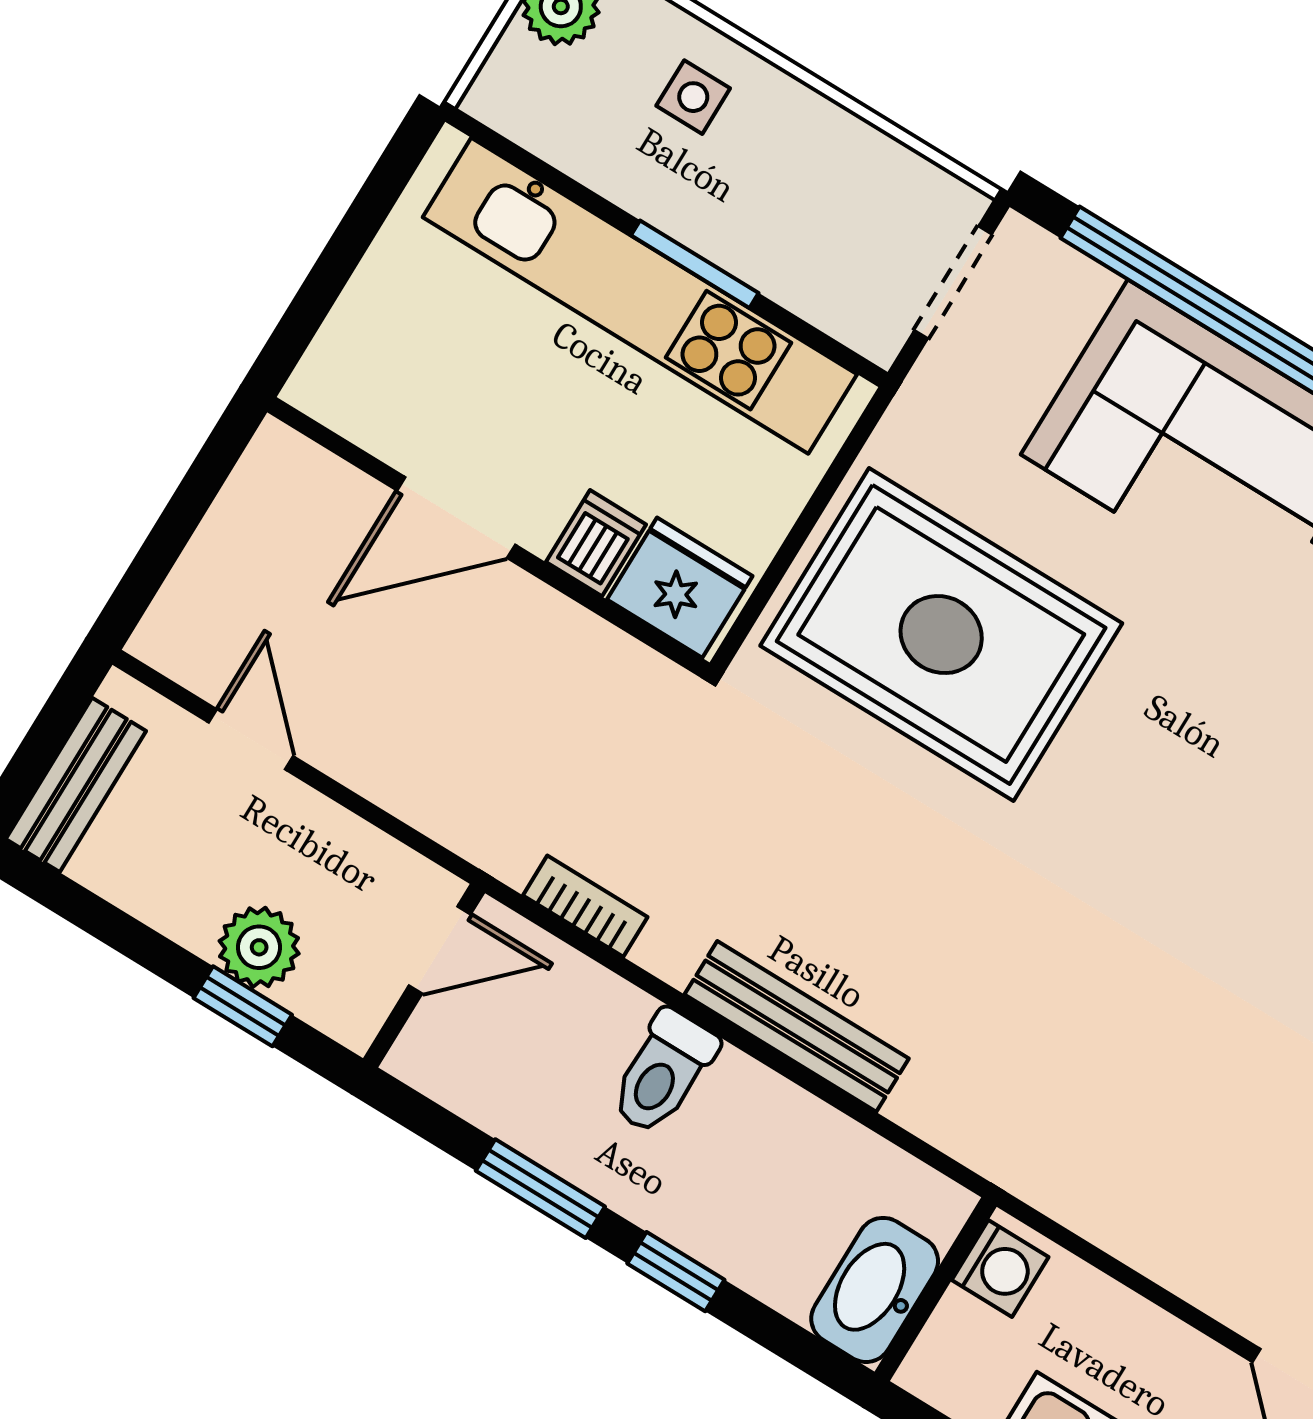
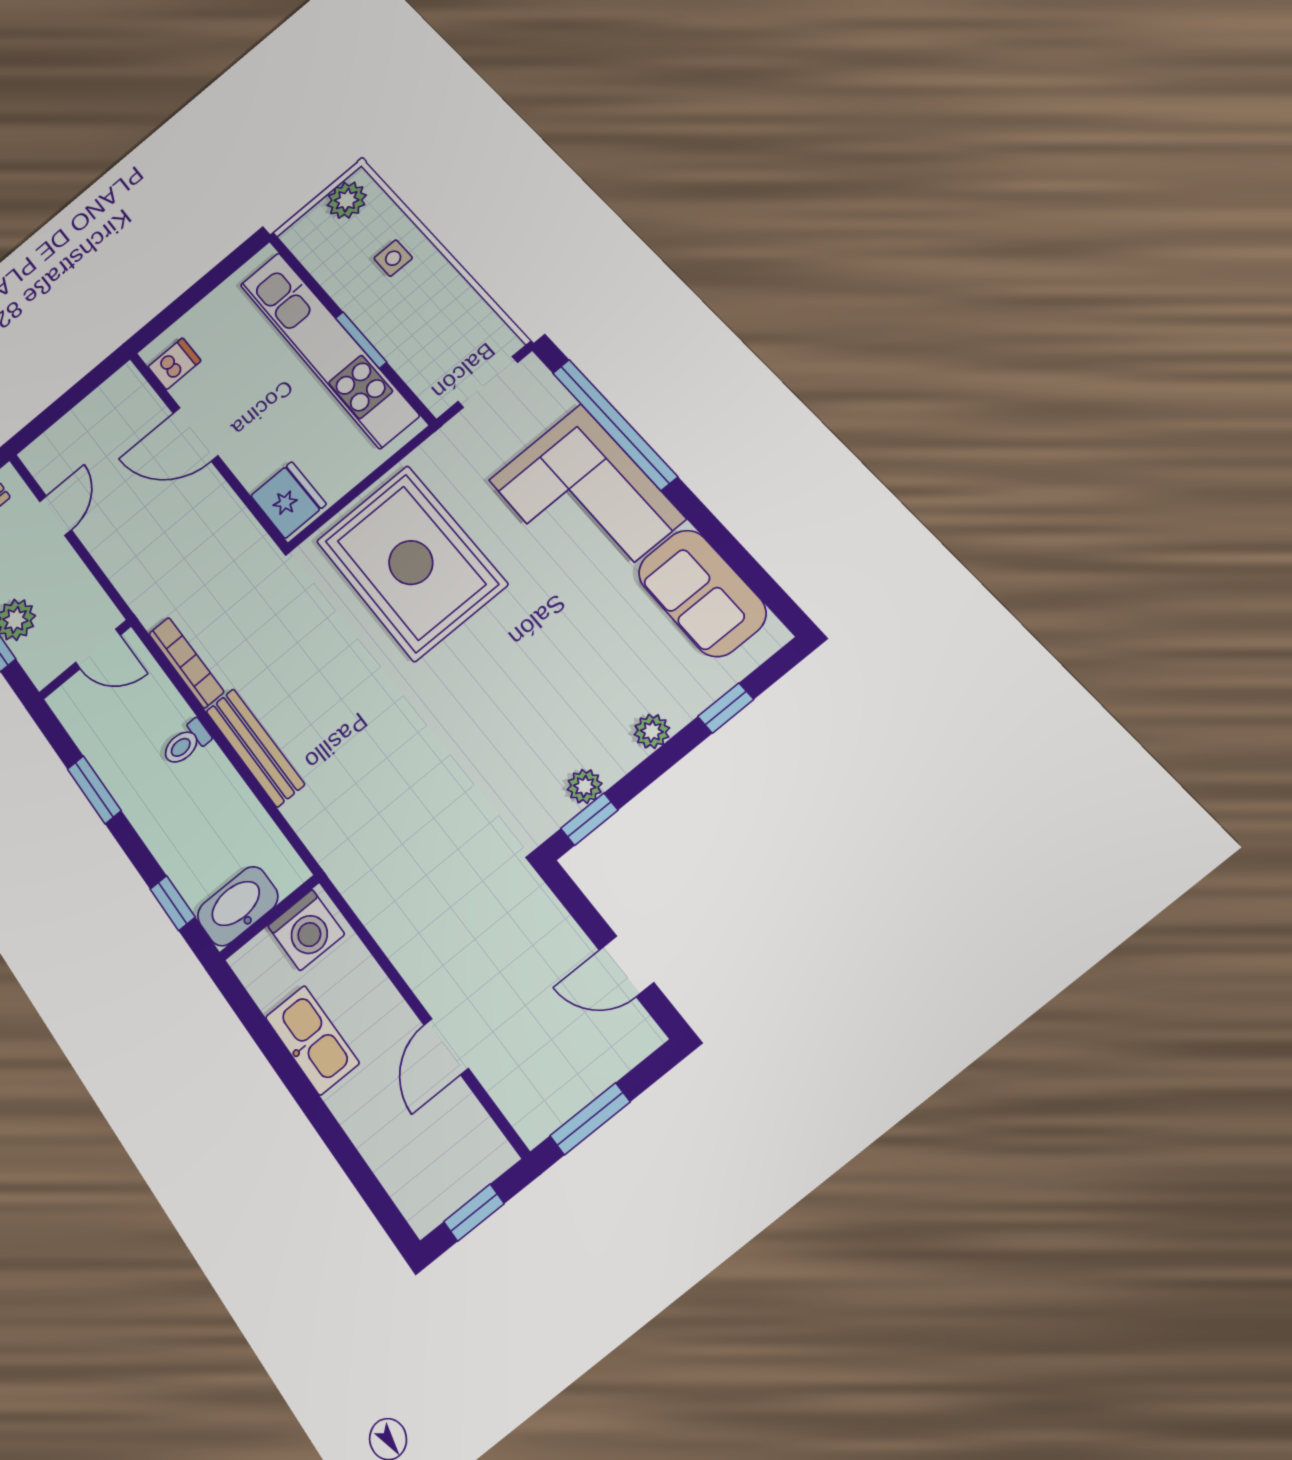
dishwasher: (596, 543) -> (174, 364), moved
bookcase: (585, 906) -> (186, 663), width x1.56
toilet: (663, 1072) -> (186, 743), width x0.73, depth x0.72
washing machine: (1000, 1268) -> (306, 930), width x1.38, depth x1.38
window: (676, 1272) -> (173, 903), moved

